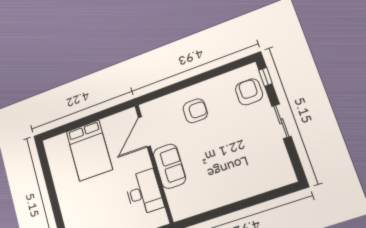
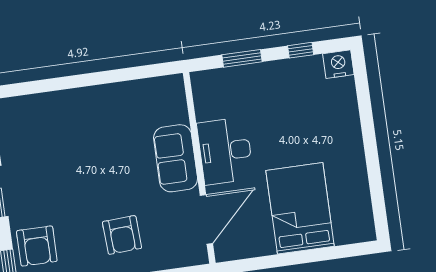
armchair: (195, 111) -> (122, 235), turned -93
desk: (144, 192) -> (225, 151), moved

